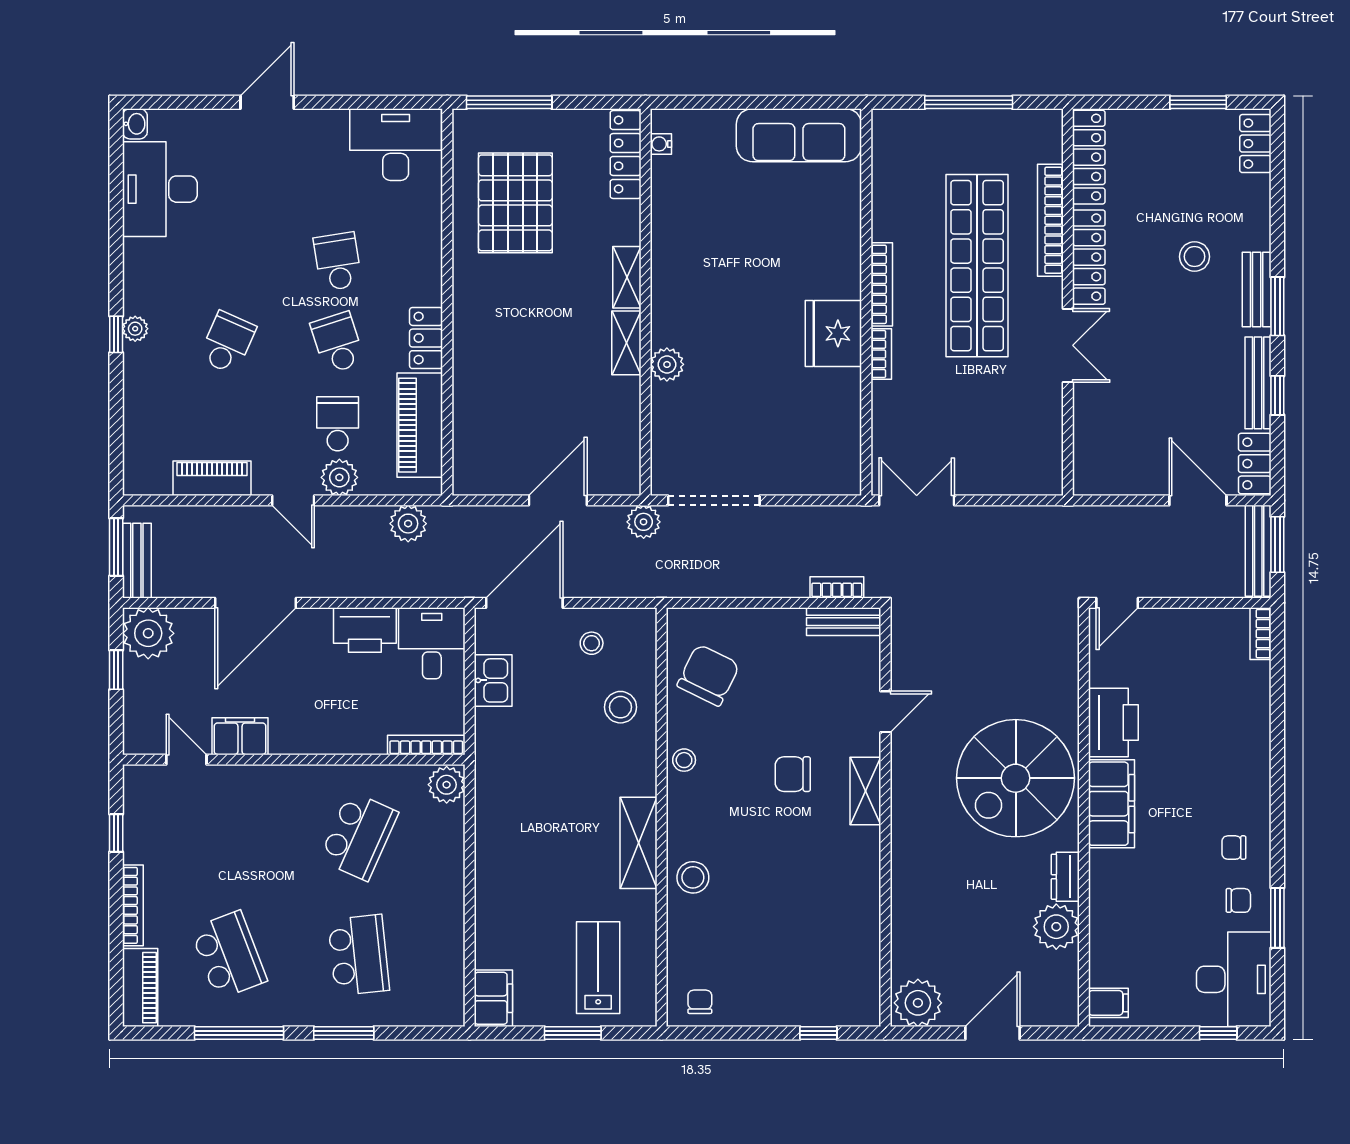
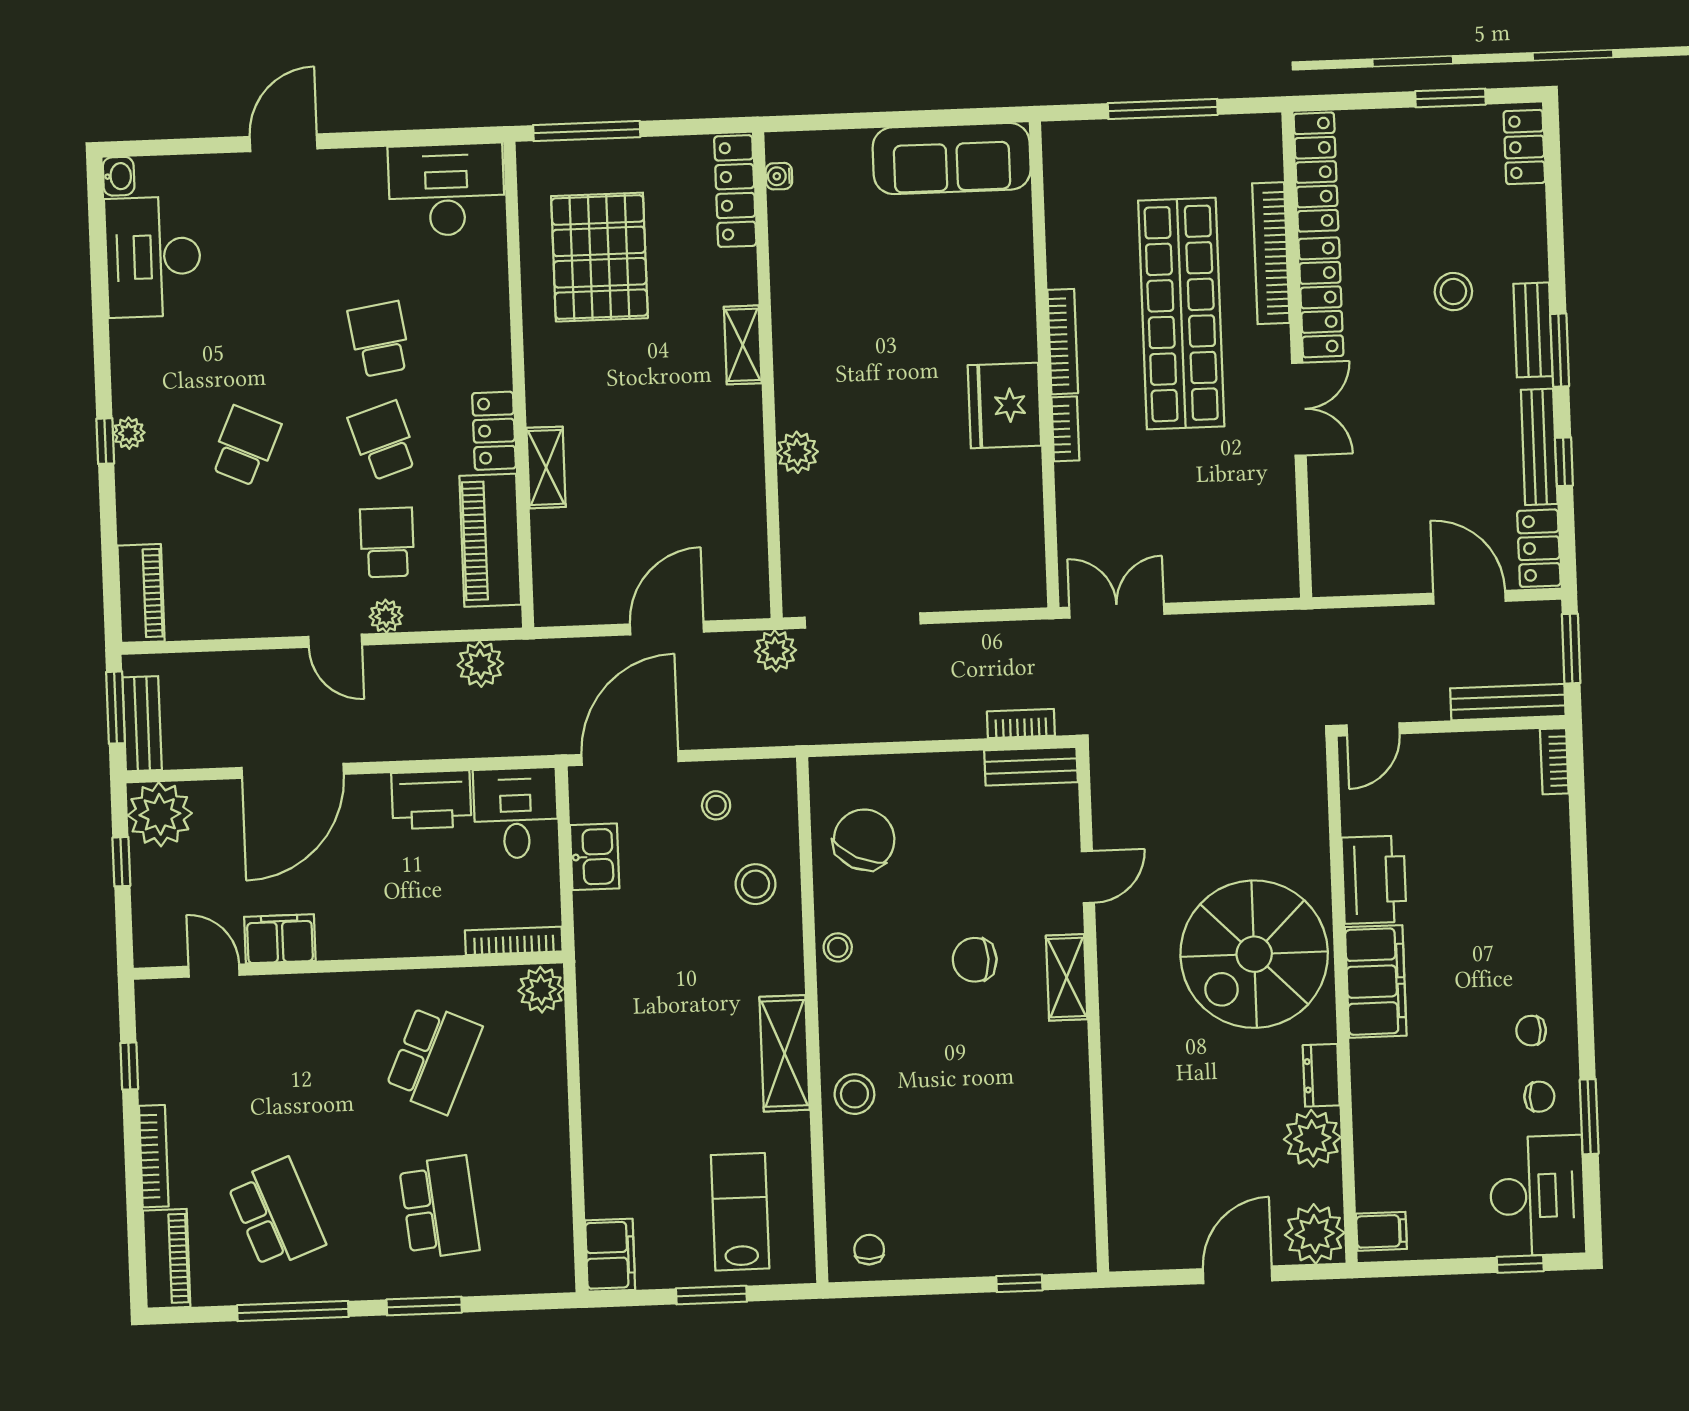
shelving: (626, 343) -> (546, 467), moved
plant: (339, 477) -> (386, 616), width x0.73, depth x0.73
piano: (212, 478) -> (141, 593), moved, turned 90
bench: (1258, 551) -> (1508, 702), moved, turned 90
plant: (918, 1003) -> (1315, 1234), moved

